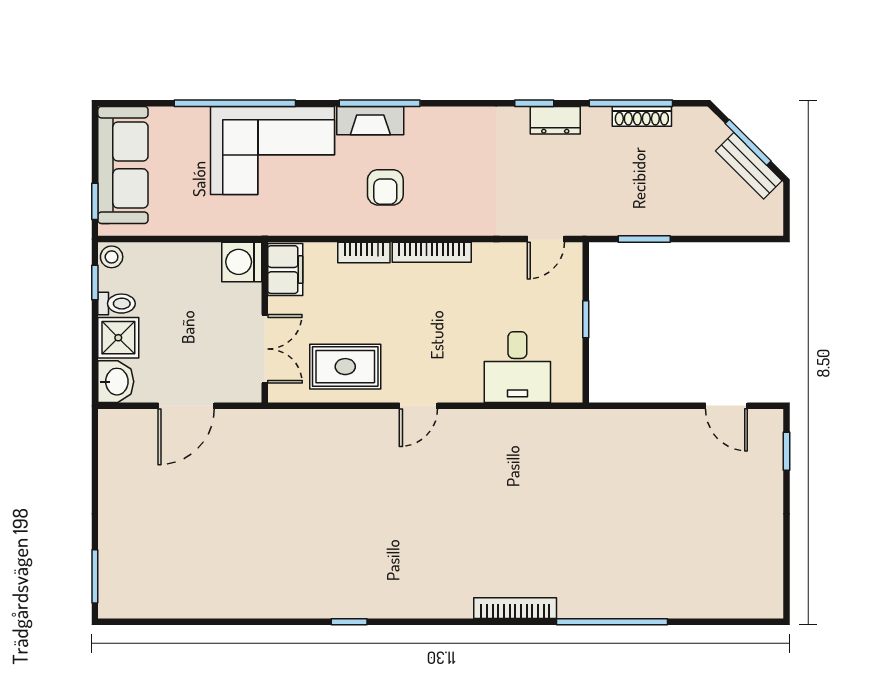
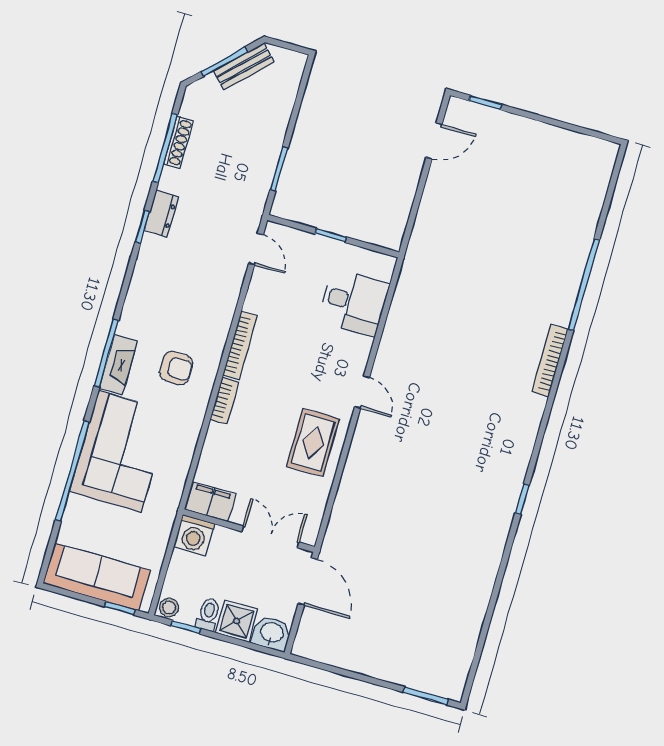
washing machine: (242, 262) -> (194, 535), moved
filing cabinet: (285, 270) -> (211, 502), moved
wall: (265, 322) -> (249, 531), moved
double door: (265, 349) -> (270, 537), moved

